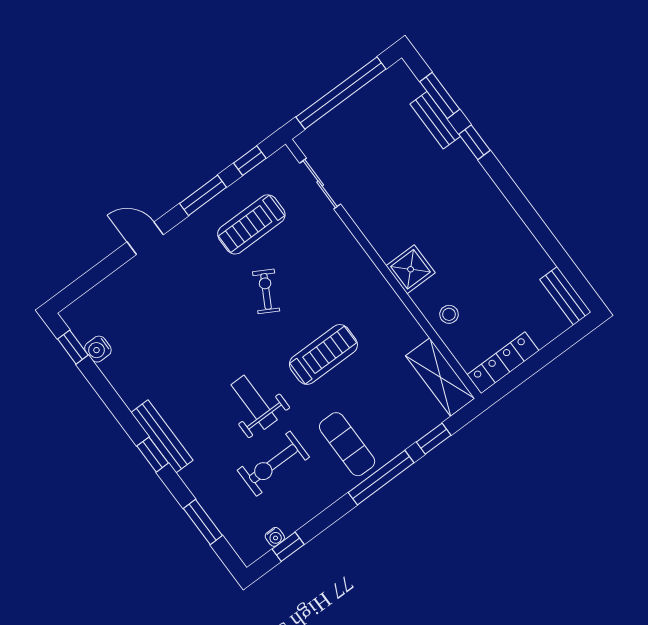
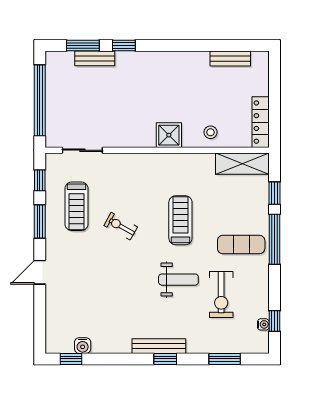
bench: (565, 296) -> (230, 58), moved
weight bench: (254, 402) -> (178, 280), turned 180

